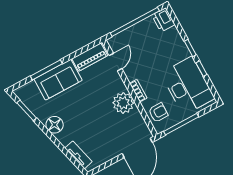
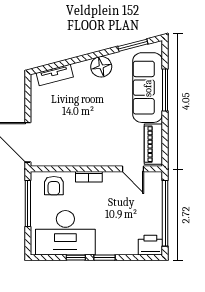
sofa: (58, 80) -> (148, 88), width x1.36
plant: (123, 103) -> (85, 153), removed

